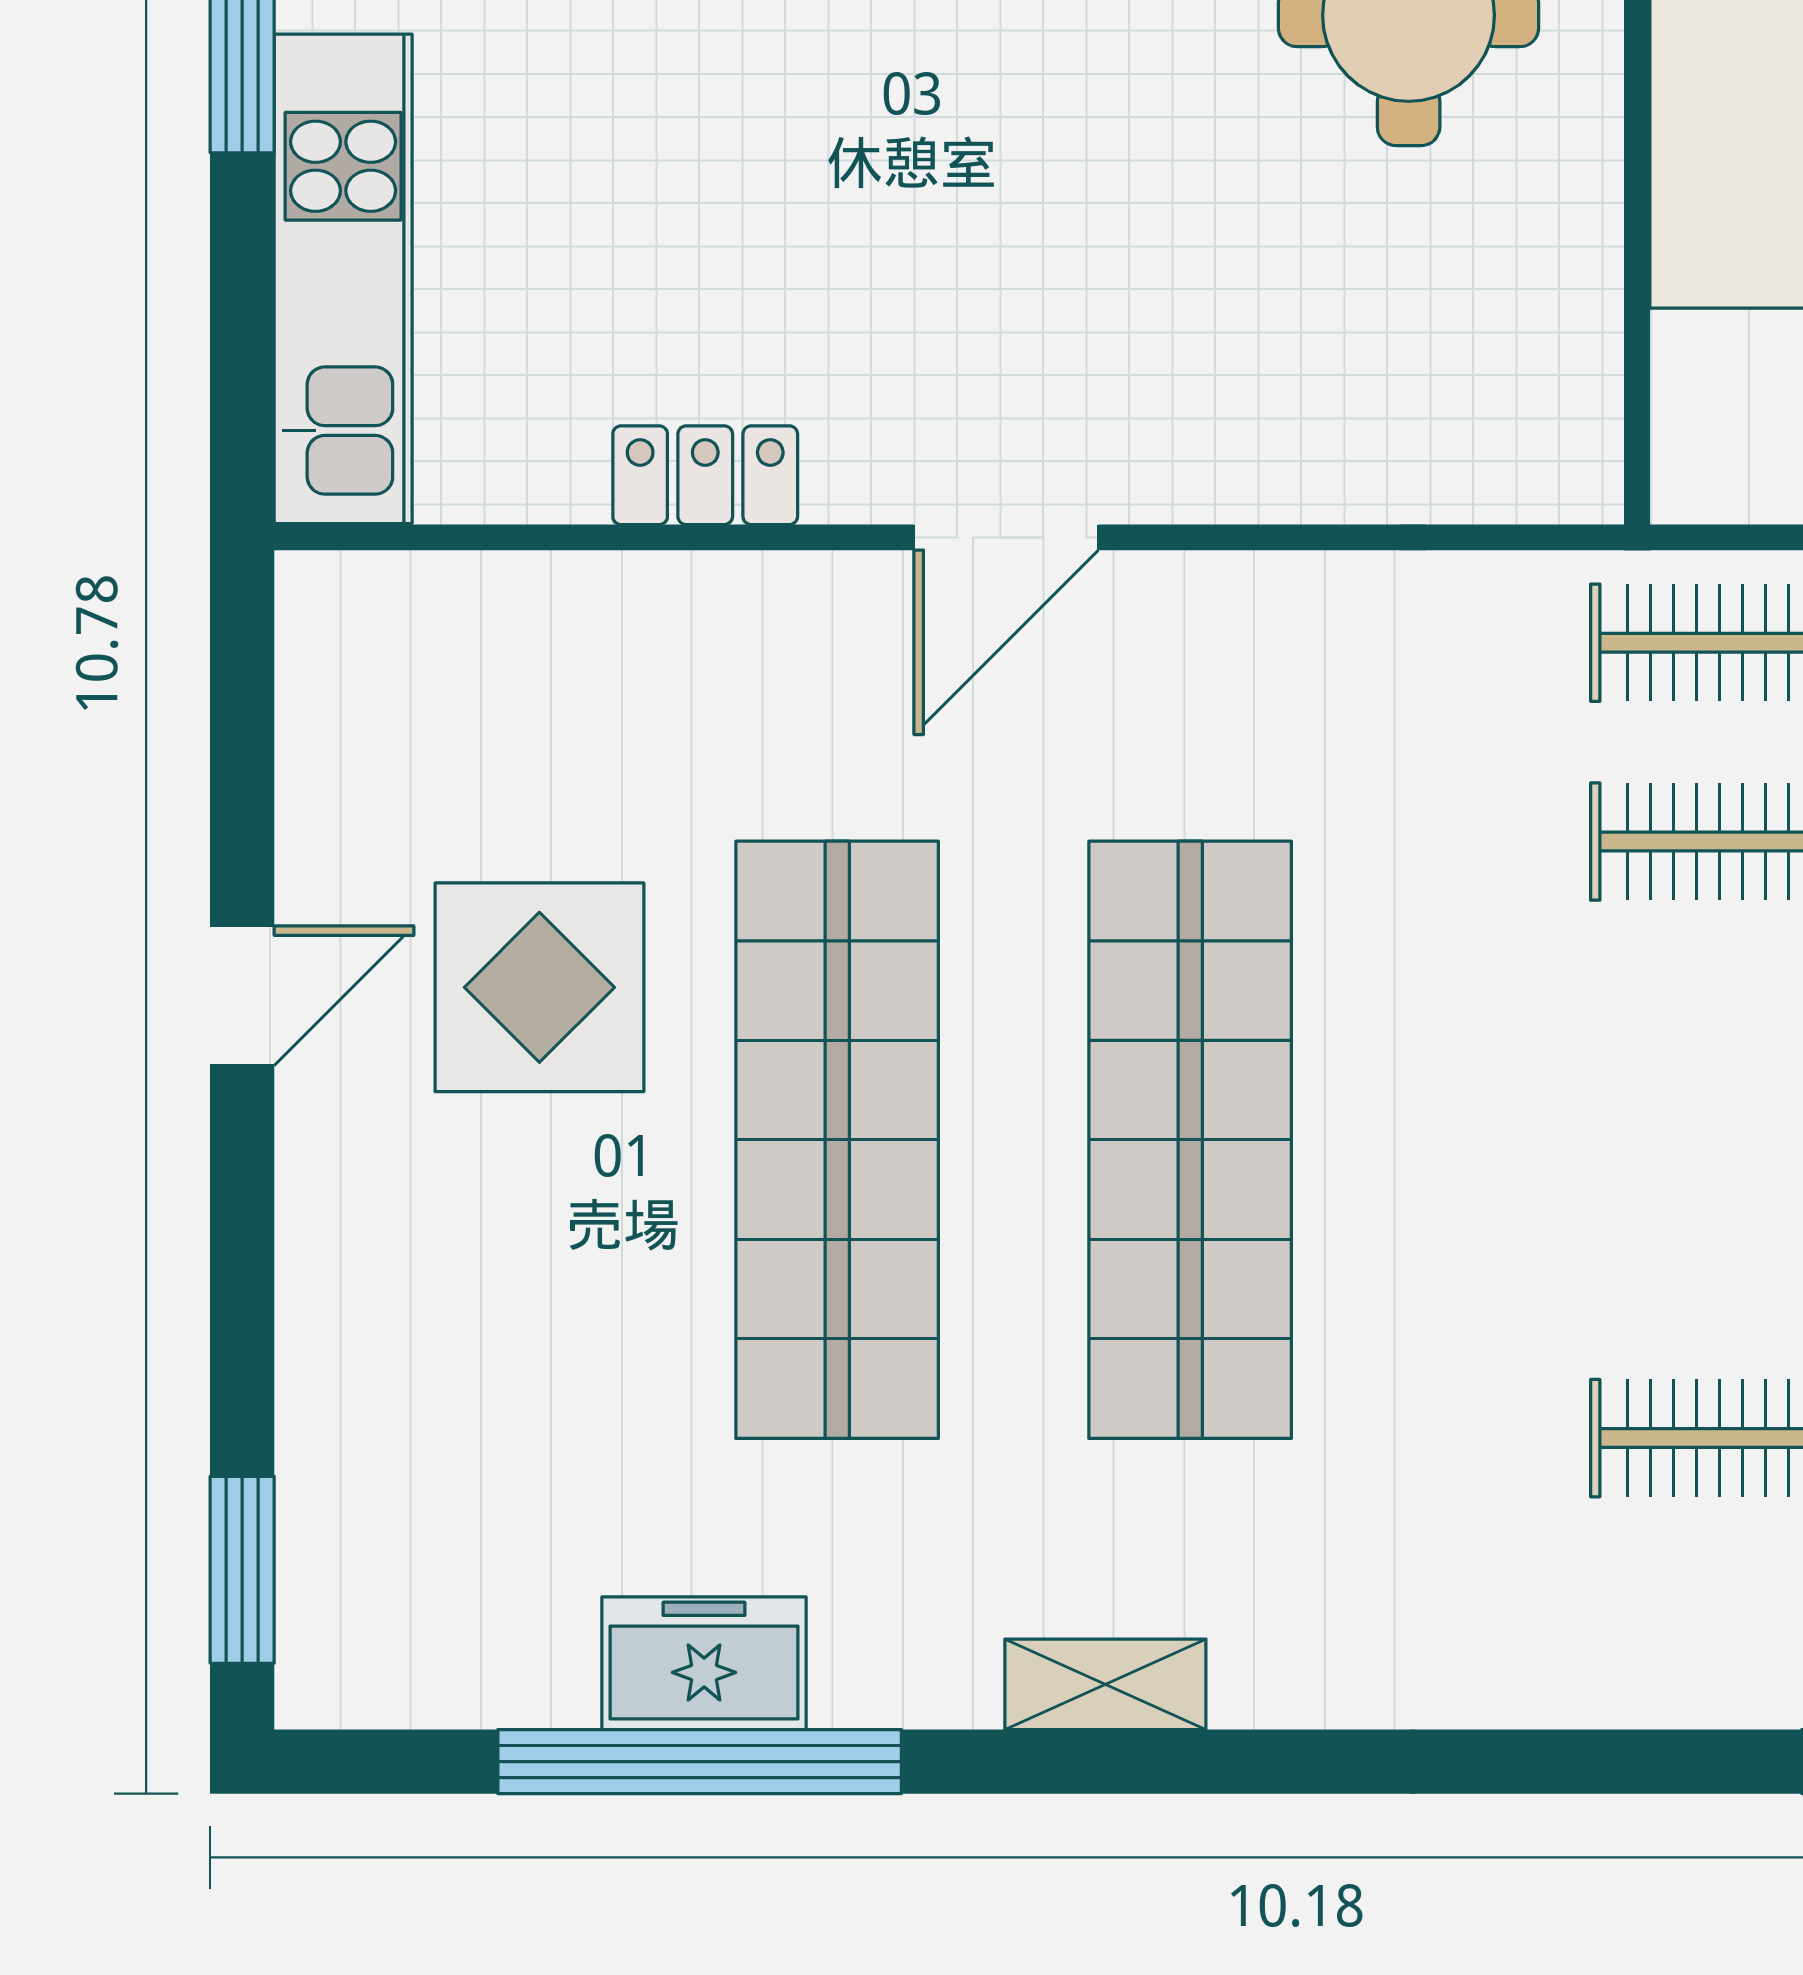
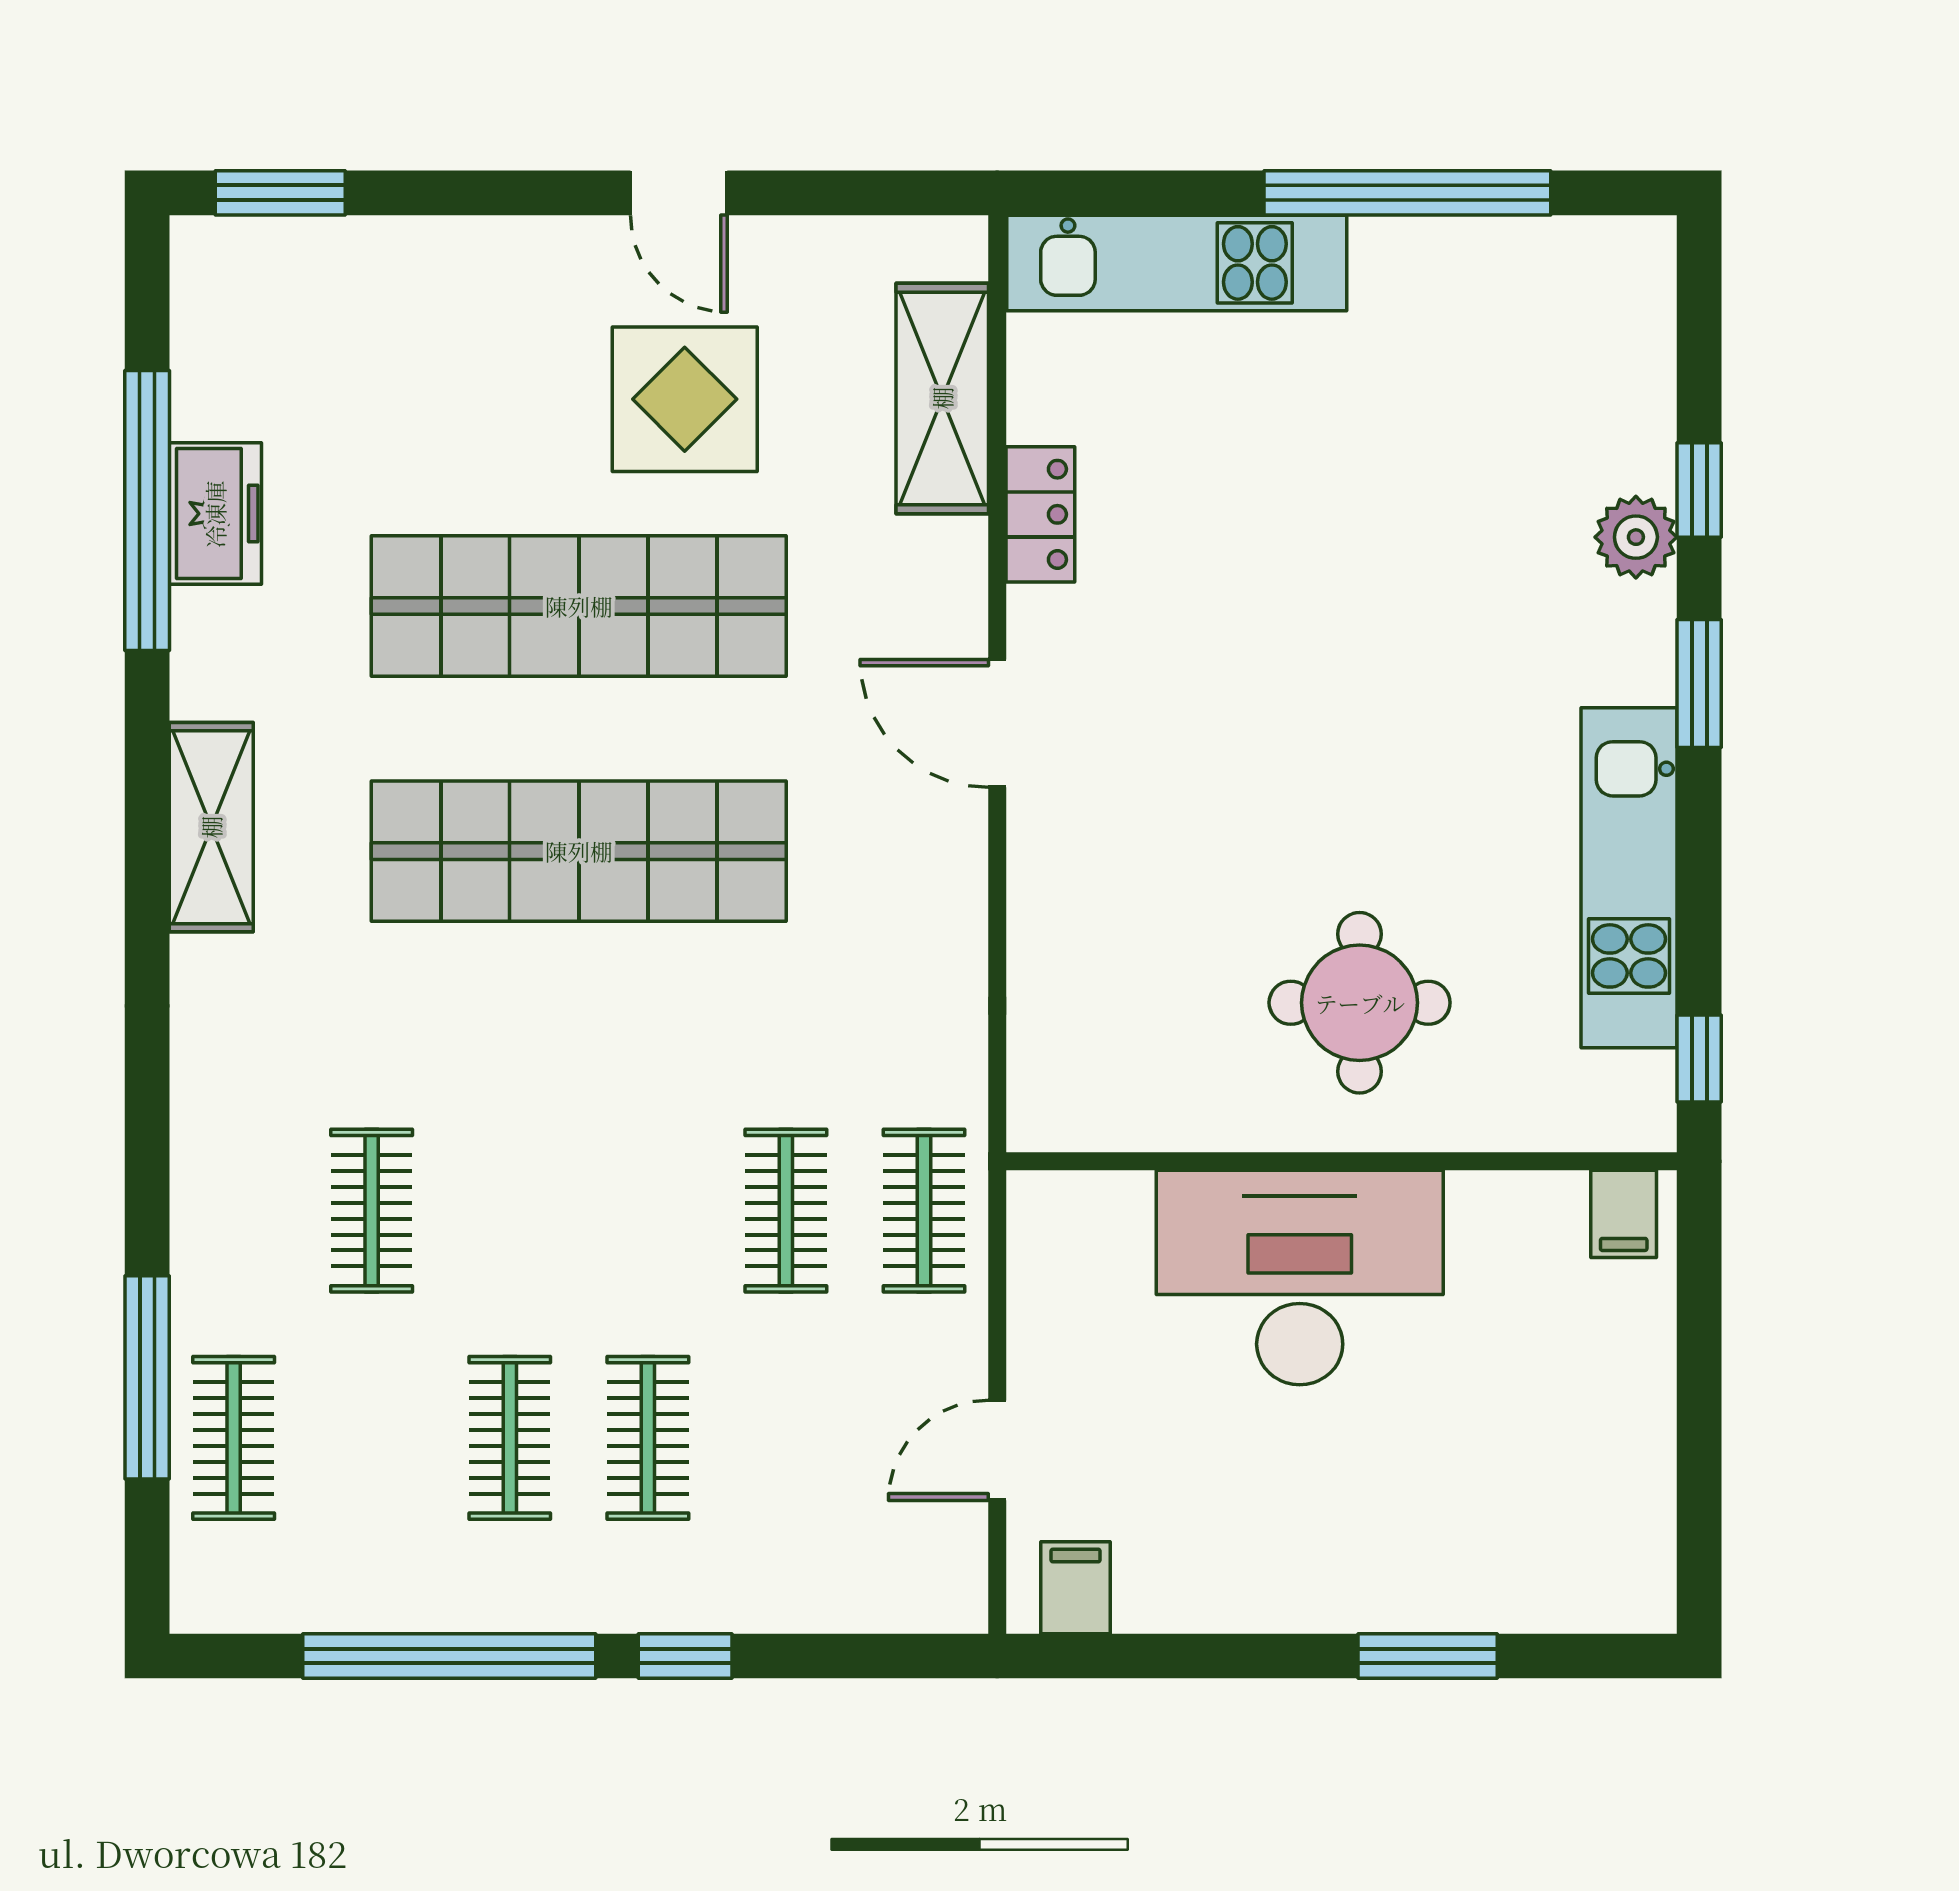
shelving: (538, 617) -> (942, 398), added
shelving: (1105, 1684) -> (211, 827), width x1.50, depth x1.33

